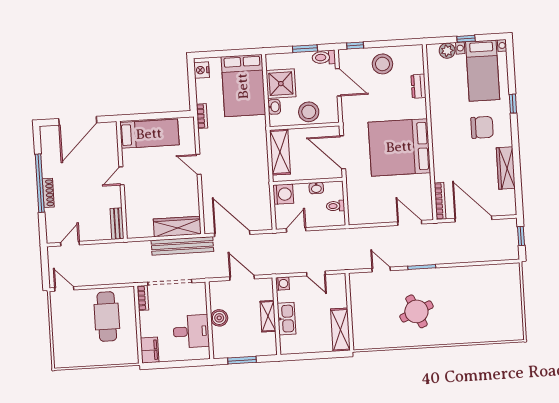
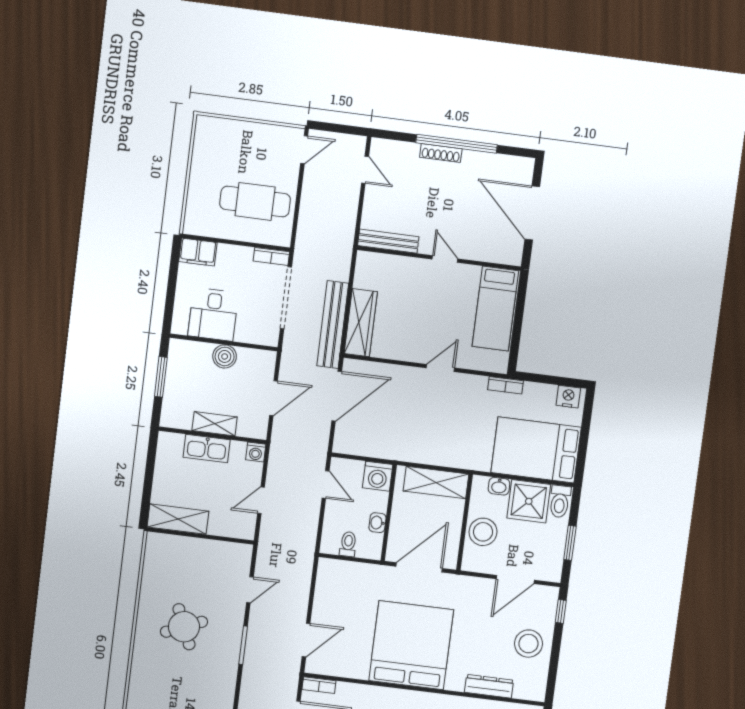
toilet: (324, 57) -> (560, 501), moved, turned 180
dresser: (418, 86) -> (489, 686), width x1.44
bookcase: (440, 201) -> (319, 685), width x0.64
bench: (117, 224) -> (388, 241), width x1.36

